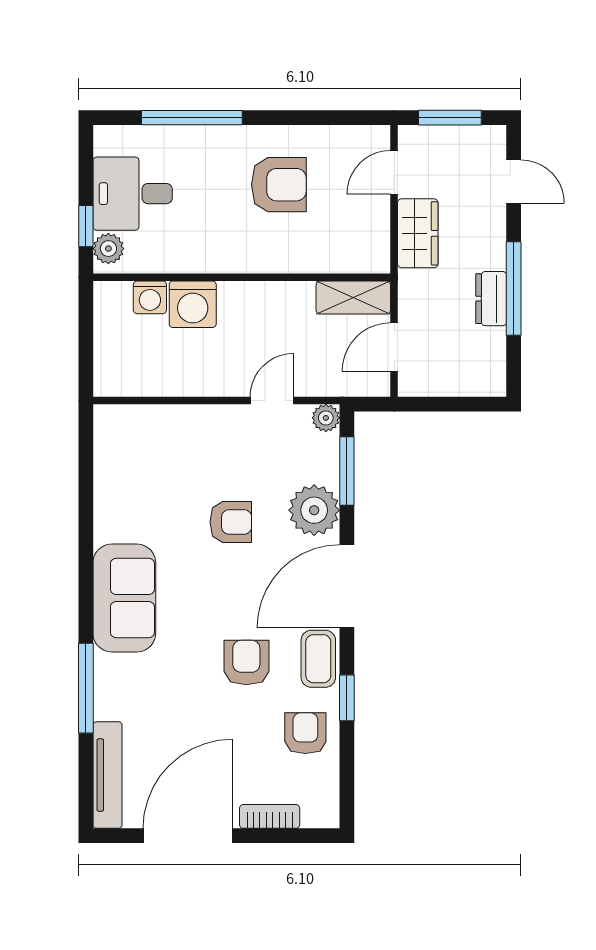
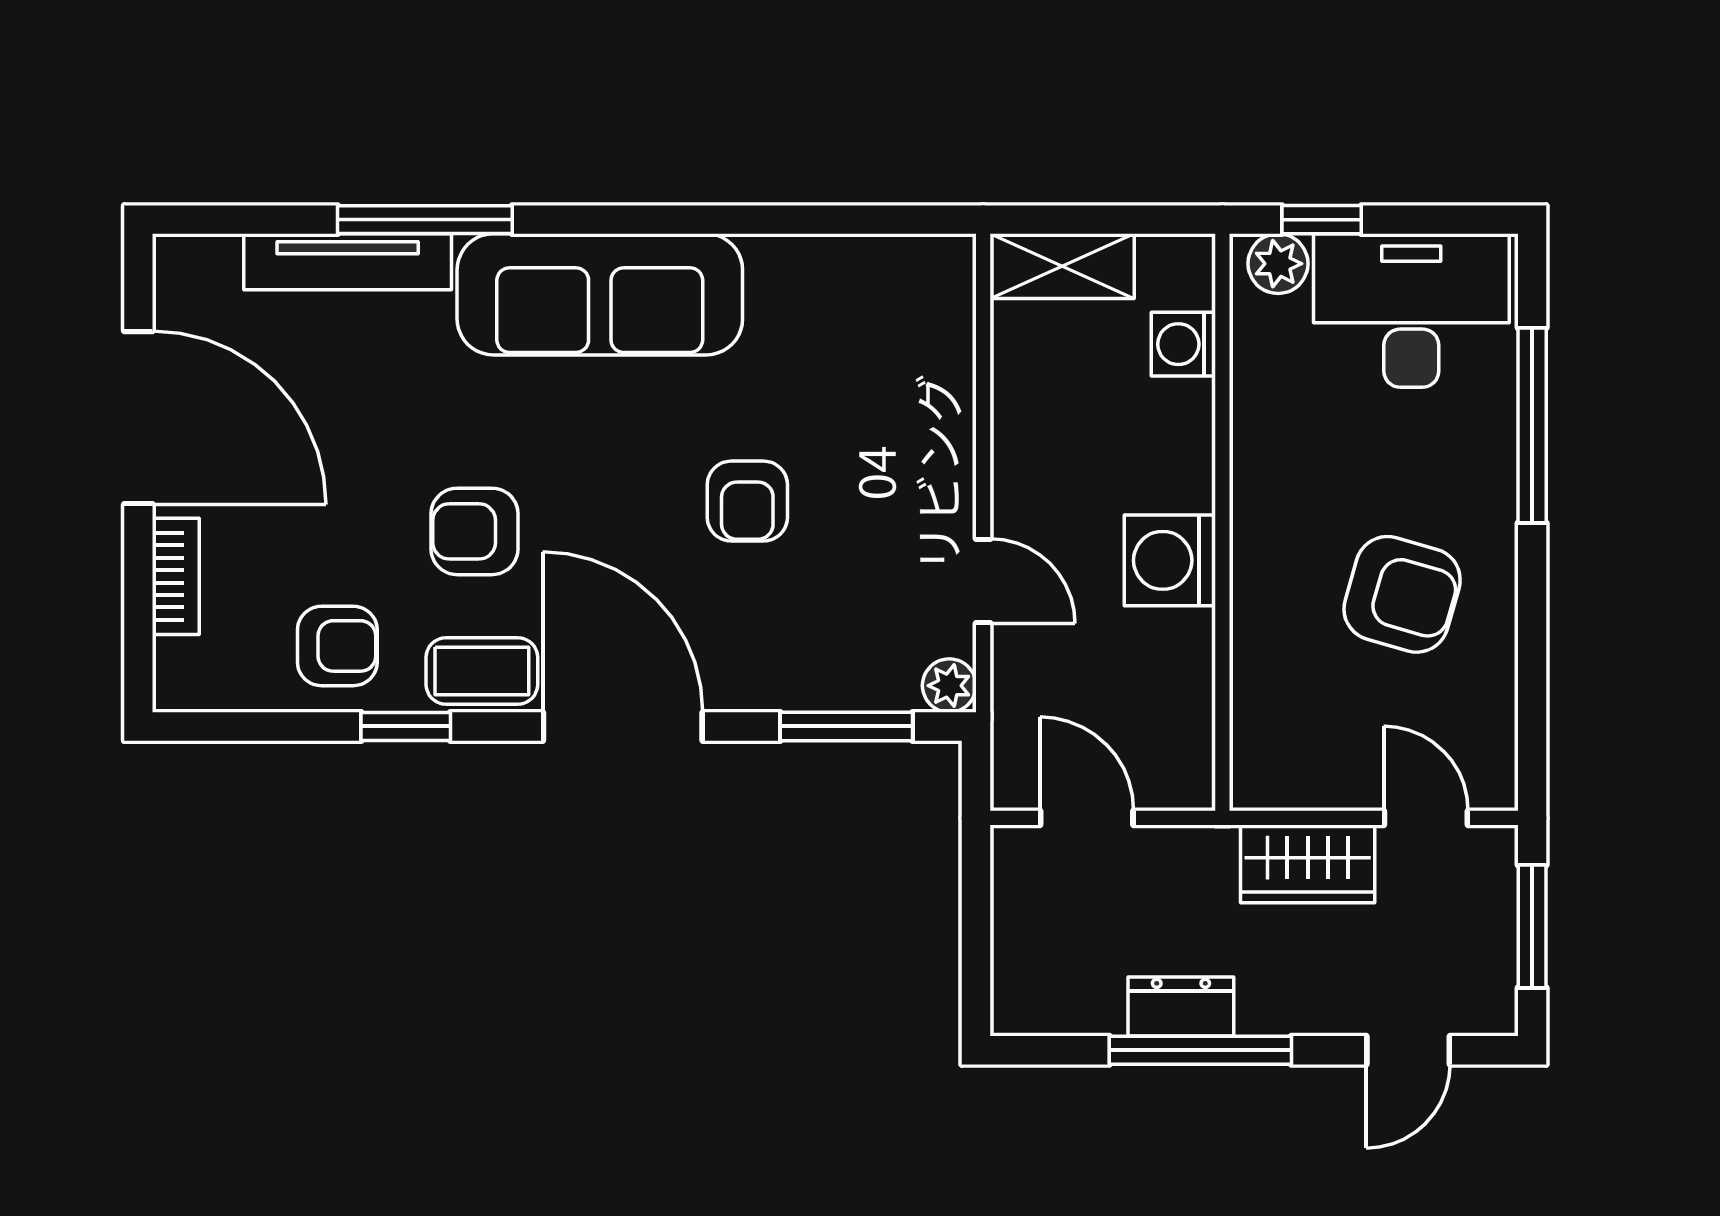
armchair: (279, 185) -> (1402, 594), turned -74
desk: (133, 194) -> (1411, 311), width x1.37
shelving: (353, 298) -> (1062, 266), moved, turned 90
washing machine: (193, 304) -> (1170, 560), moved
plant: (314, 510) -> (770, 663), removed
sofa: (124, 598) -> (600, 294), width x1.36
armchair: (246, 663) -> (475, 531), turned 180
tv unit: (108, 775) -> (348, 262), moved

